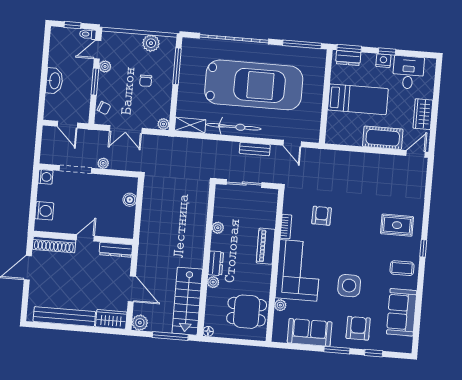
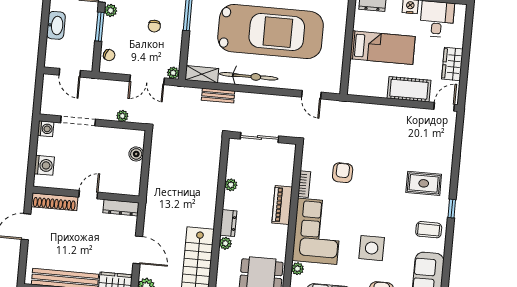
double door: (126, 130) -> (147, 80), moved
bench: (255, 149) -> (218, 96), moved
plant: (103, 163) -> (122, 116), moved

